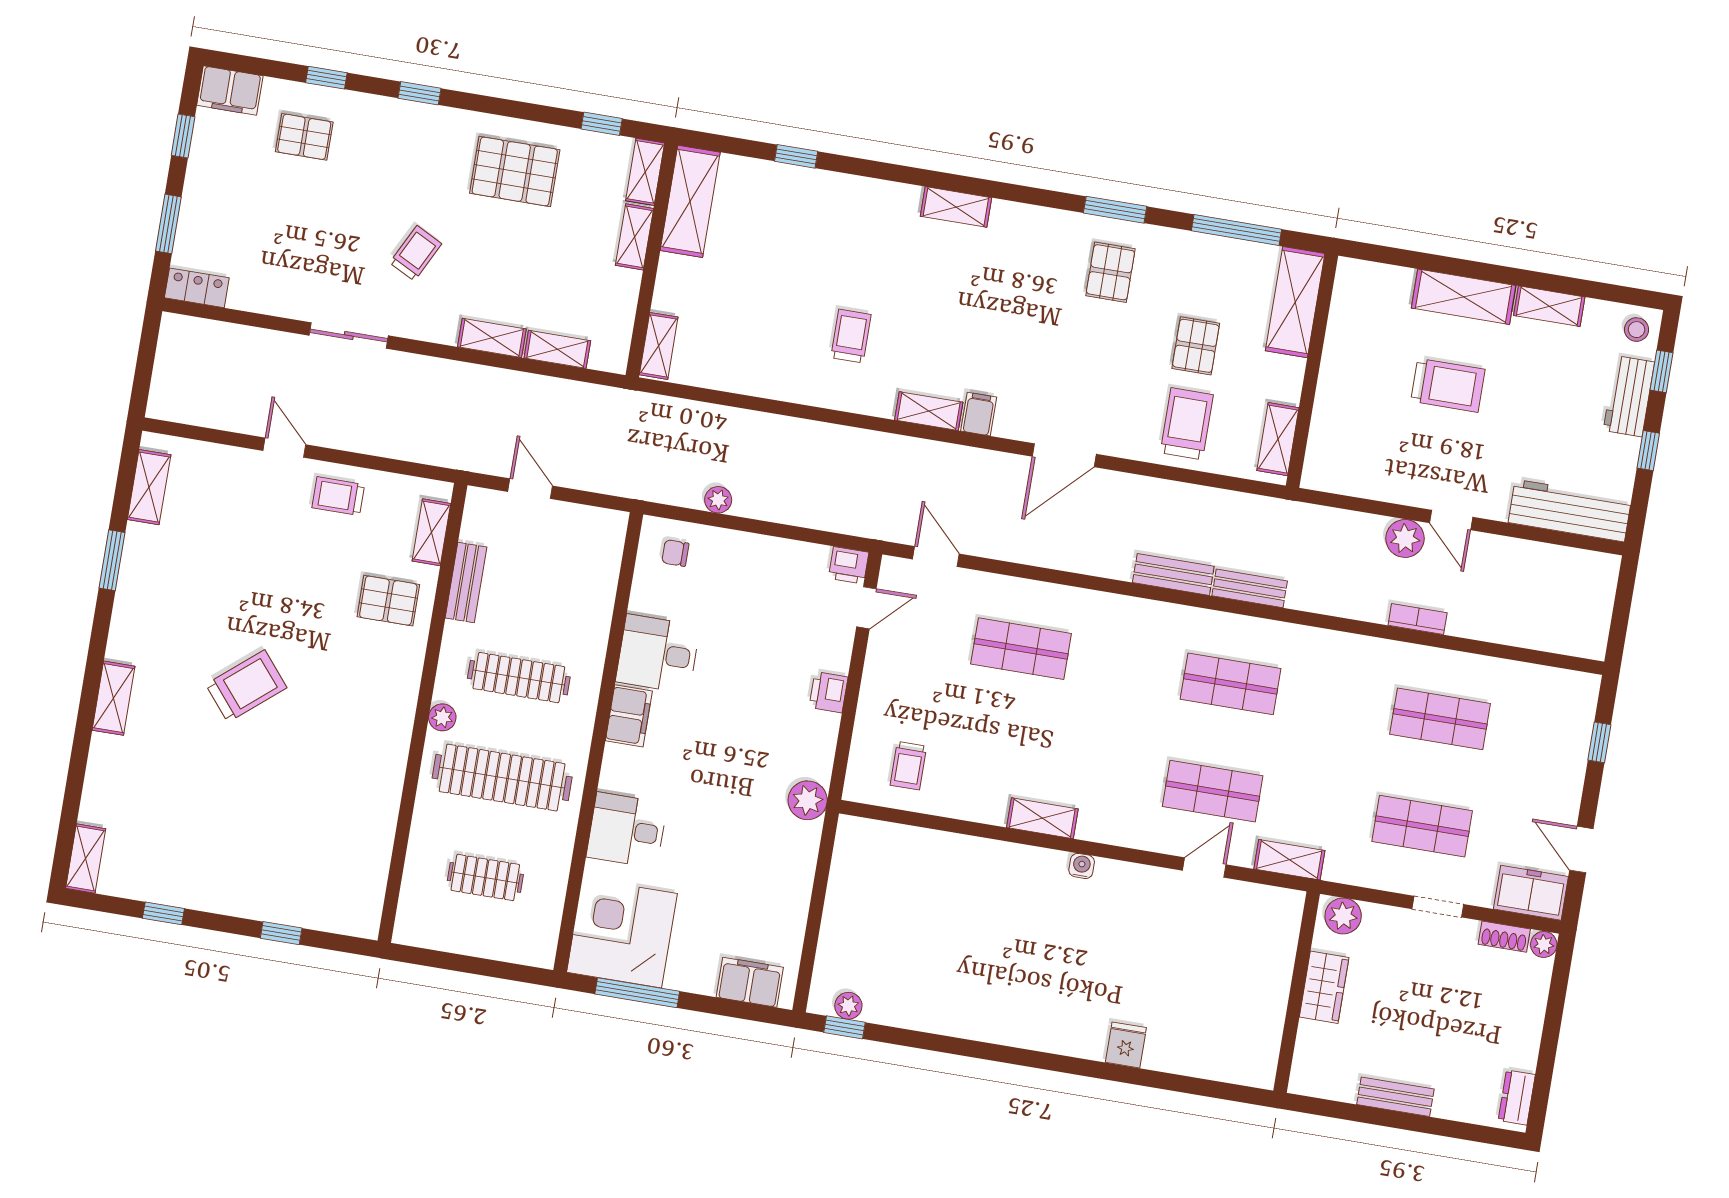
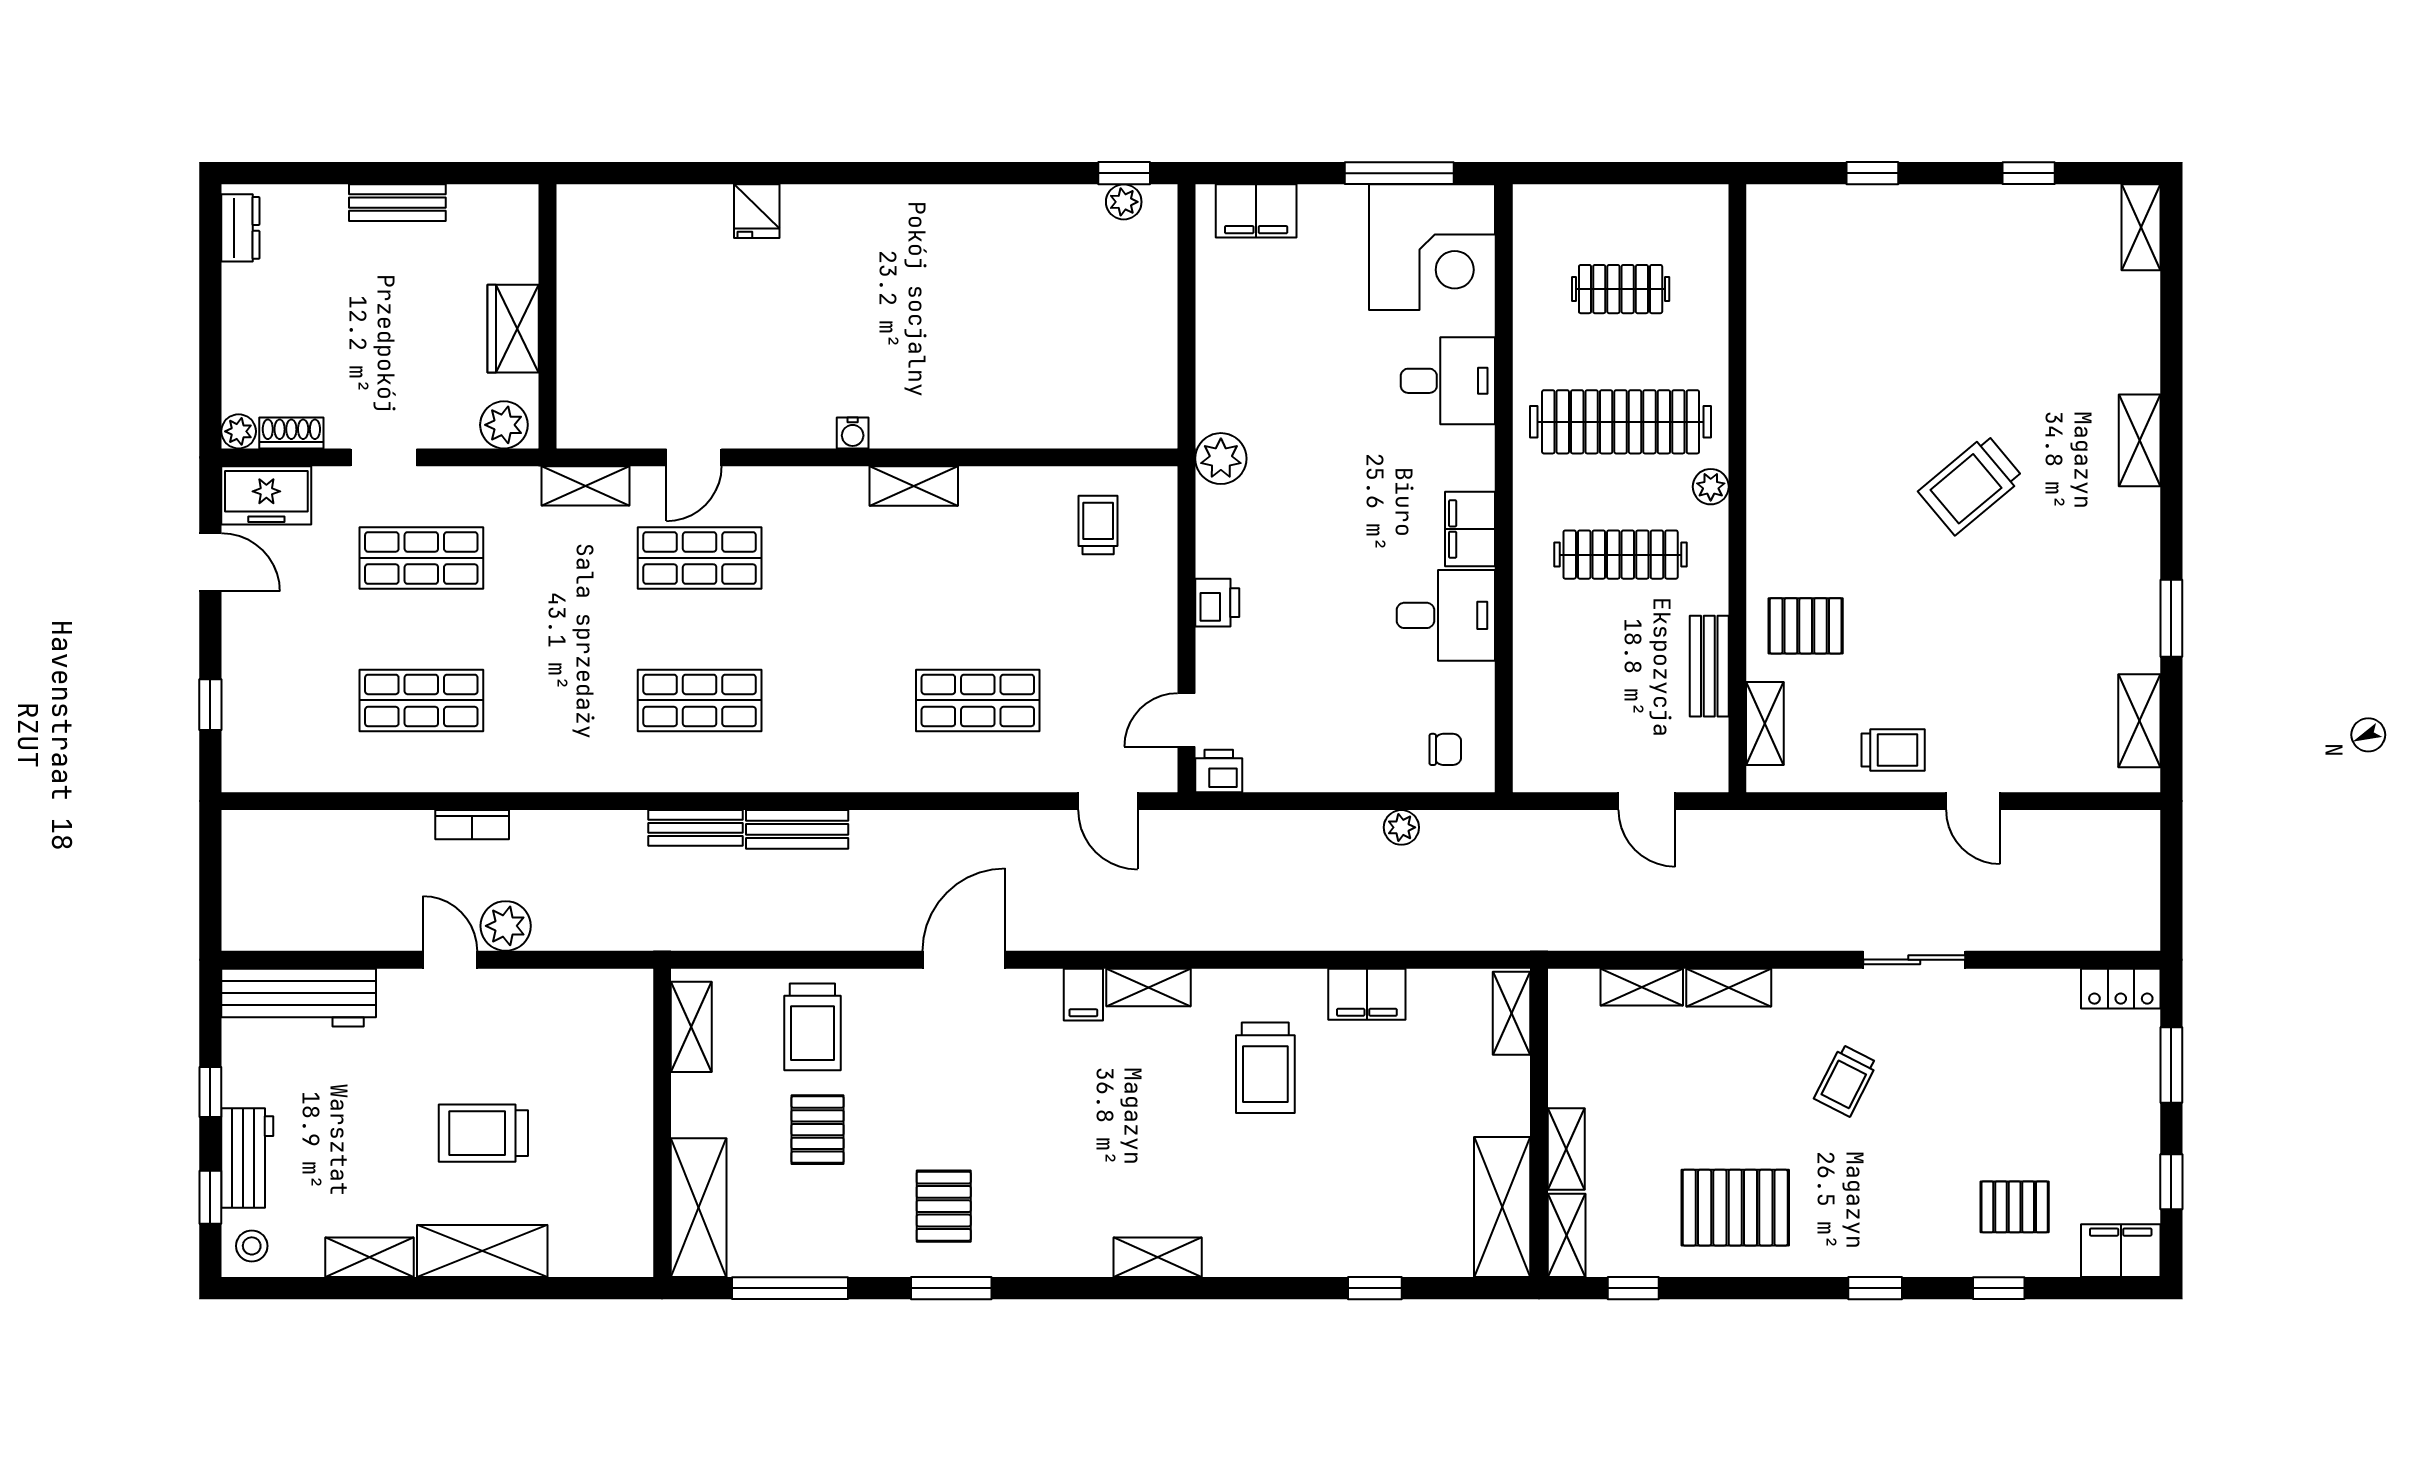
trolley: (851, 336) -> (1265, 1068), width x1.36, depth x1.39
filing cabinet: (765, 379) -> (1367, 994), added

